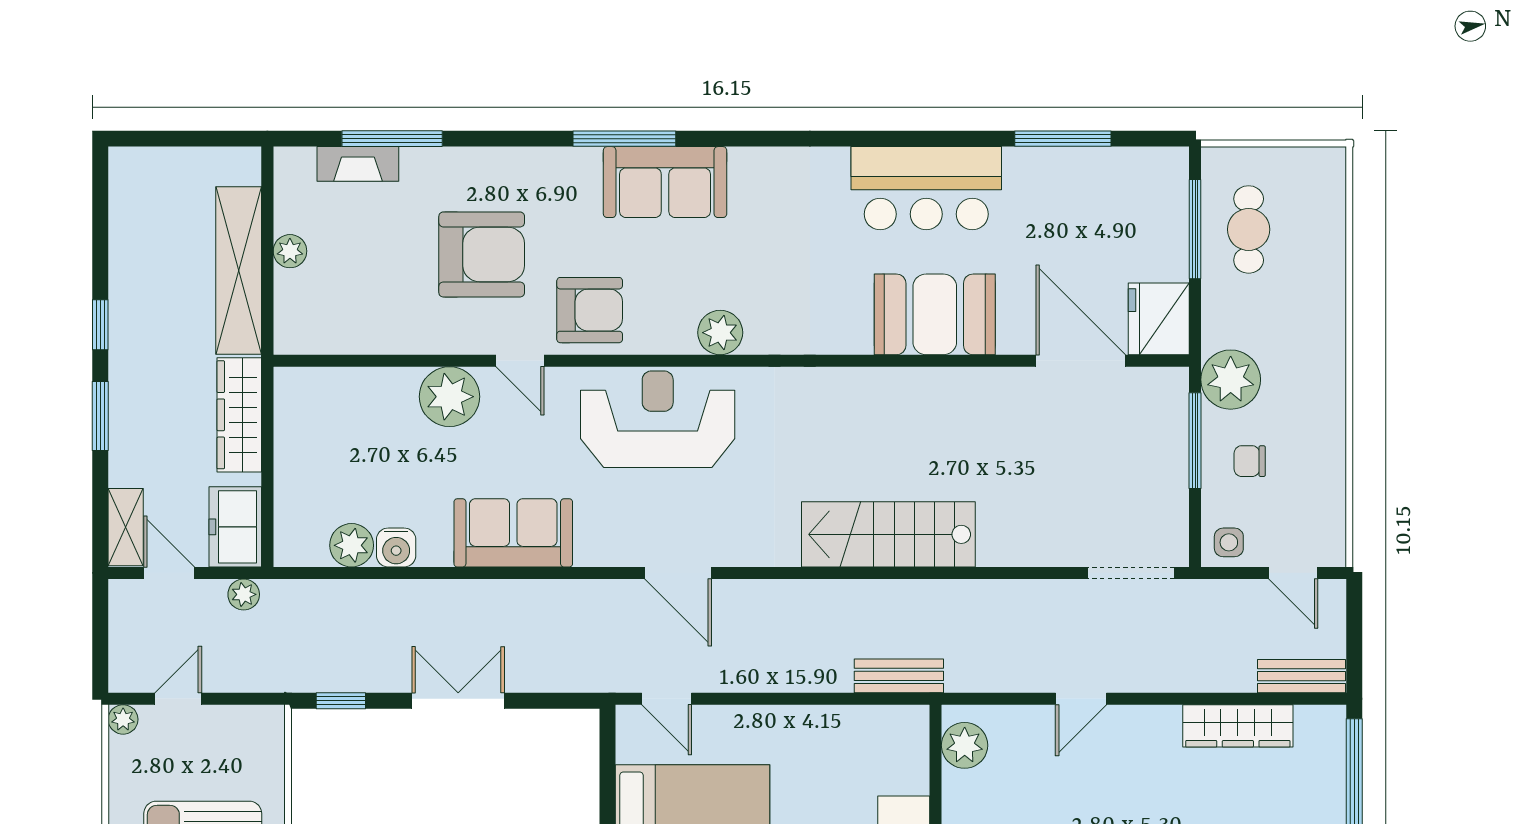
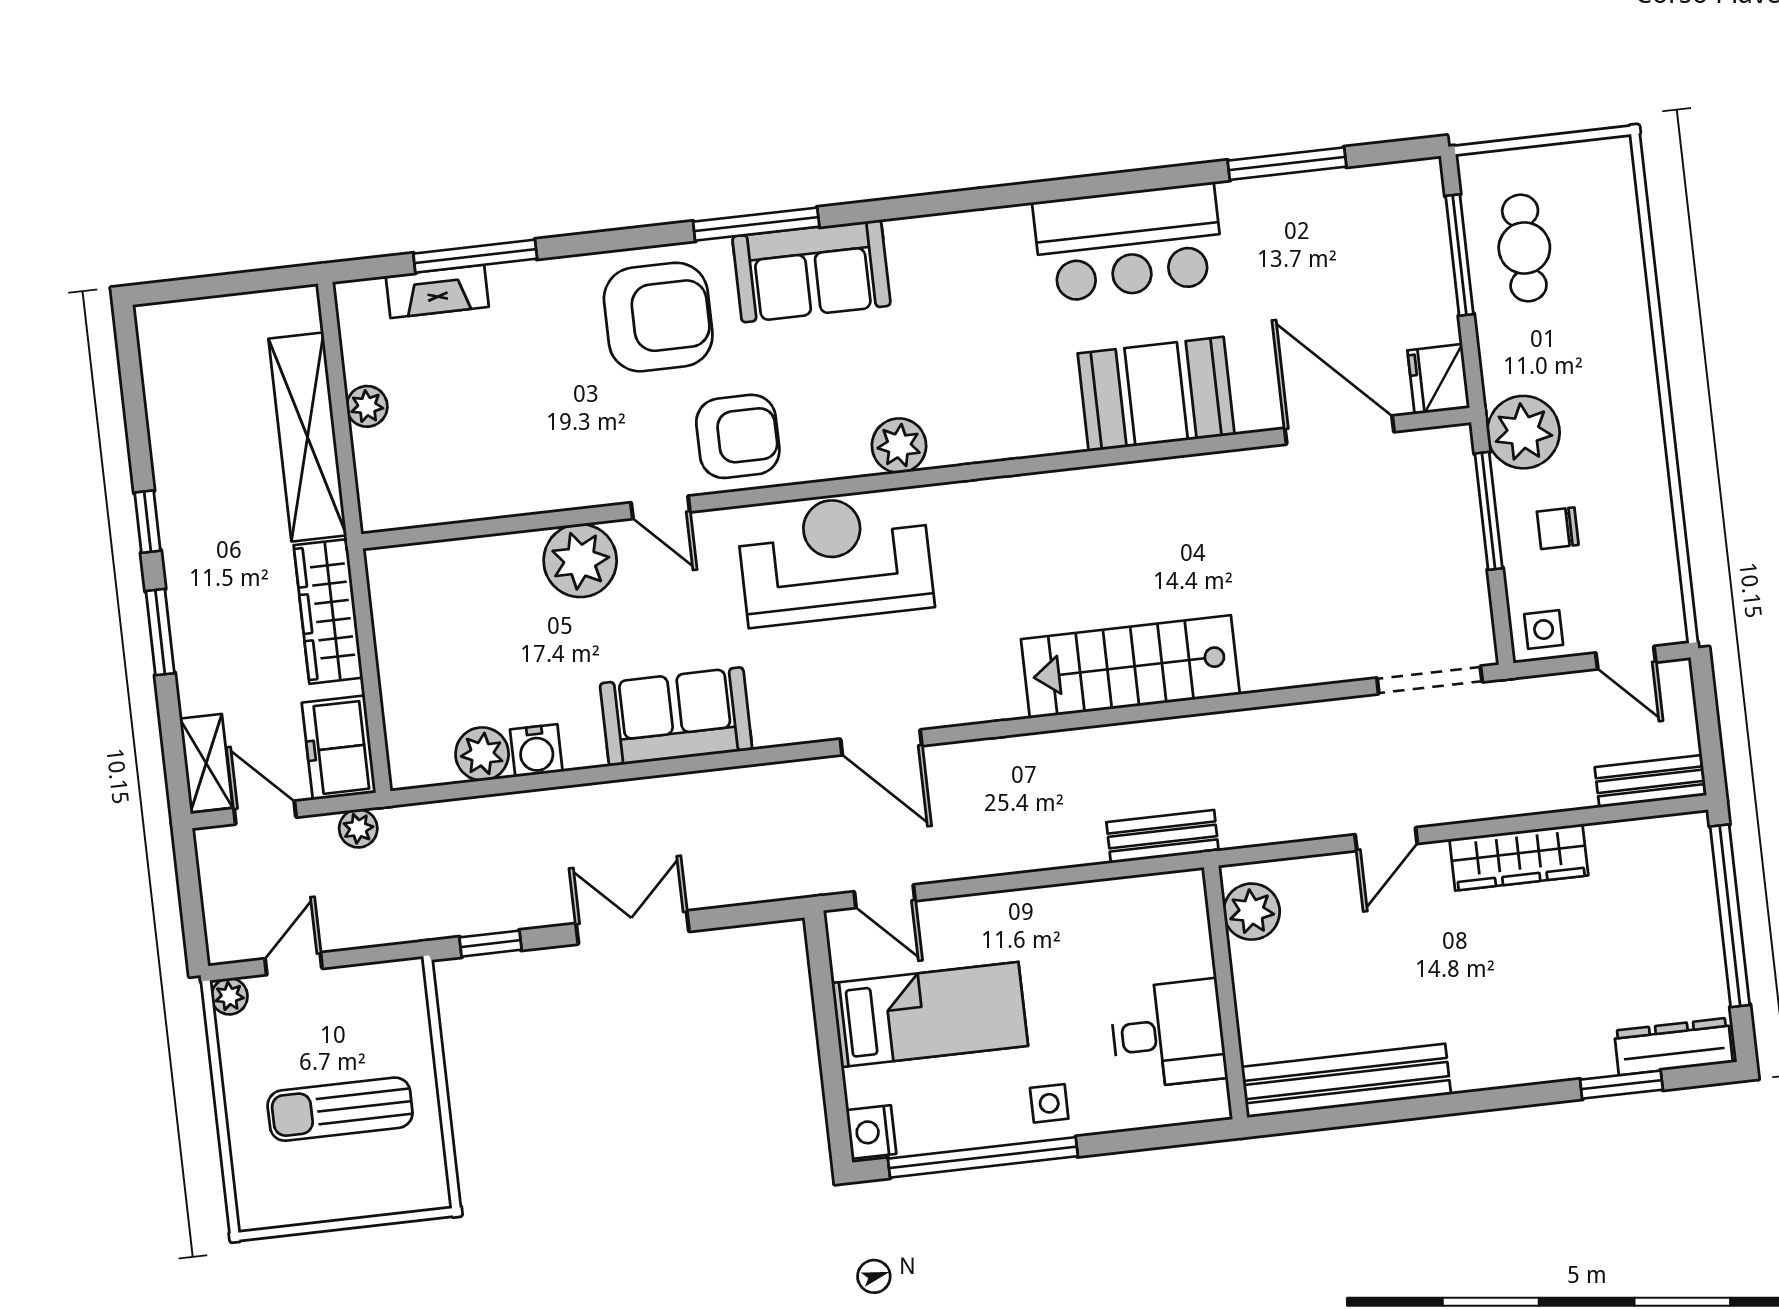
armchair: (482, 254) -> (658, 317), moved
fridge: (1159, 319) -> (1439, 379), width x0.73, depth x0.75
wardrobe: (1238, 726) -> (1519, 857), moved

